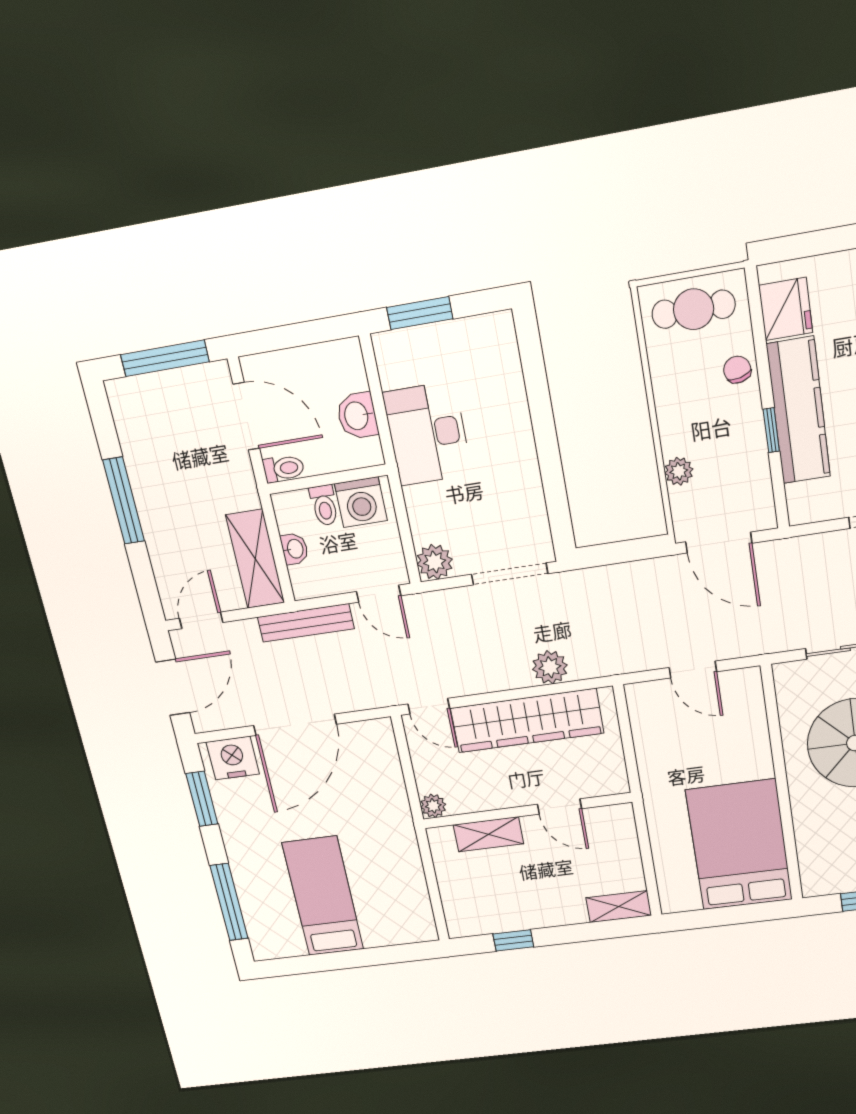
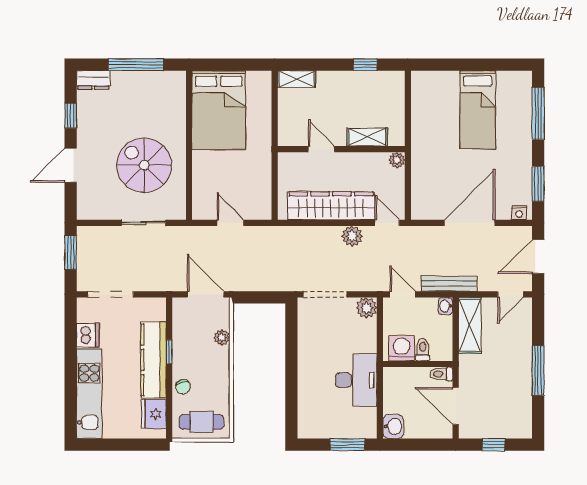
window: (165, 358) -> (494, 445), width x0.46
washbasin: (357, 416) -> (393, 426), moved
washbasin: (295, 549) -> (446, 306), moved
plant: (550, 667) -> (352, 236), moved
nightstand: (233, 758) -> (519, 213), width x0.53, depth x0.56

